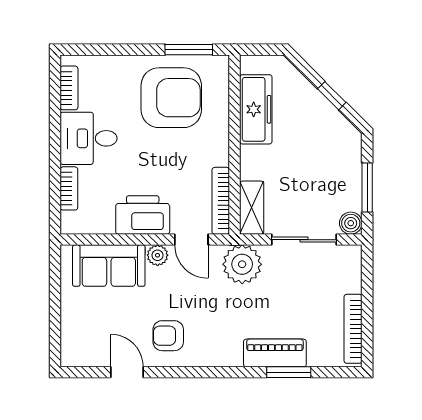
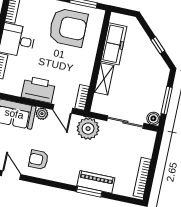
bookcase: (221, 201) -> (82, 97), width x0.64
shelving: (252, 208) -> (104, 79), moved
window: (289, 372) -> (89, 192), moved

